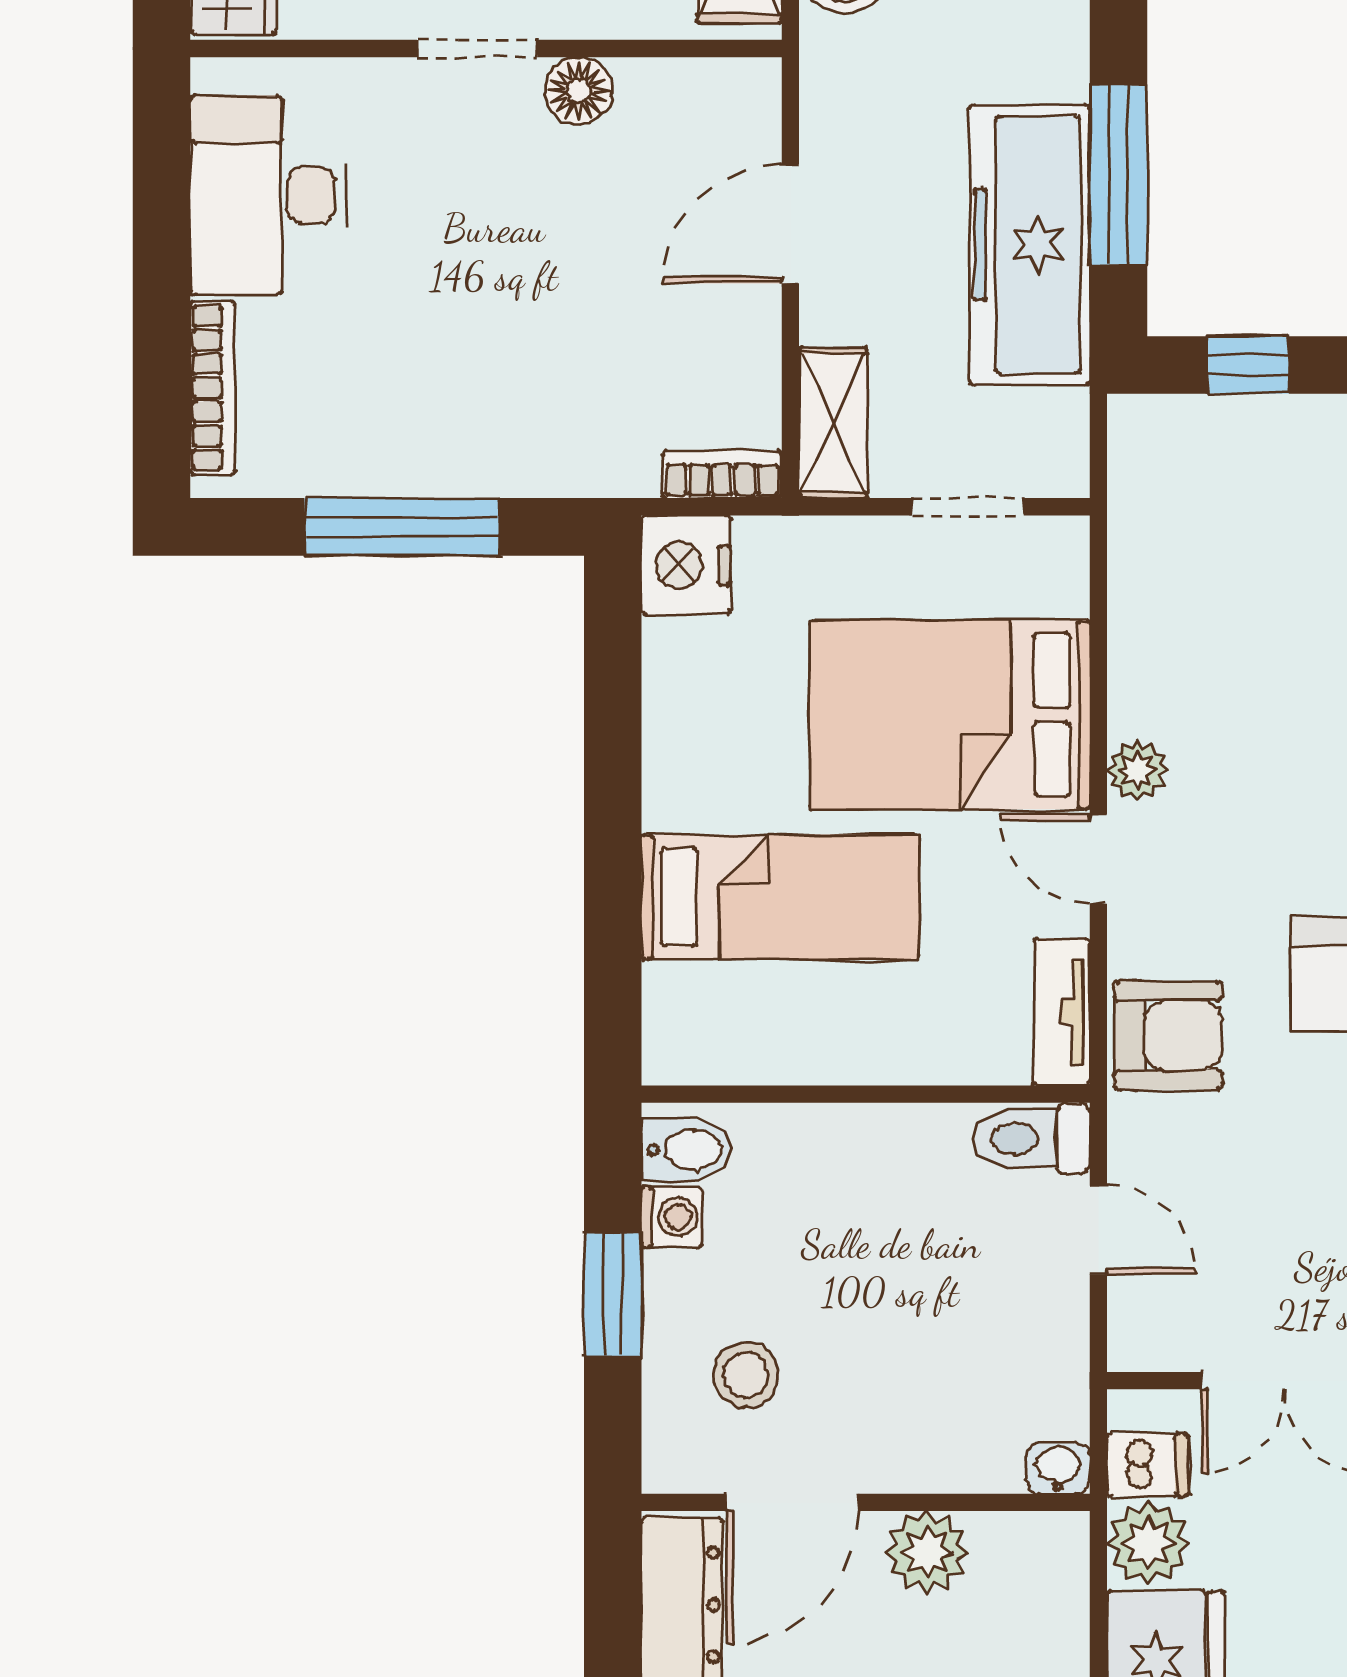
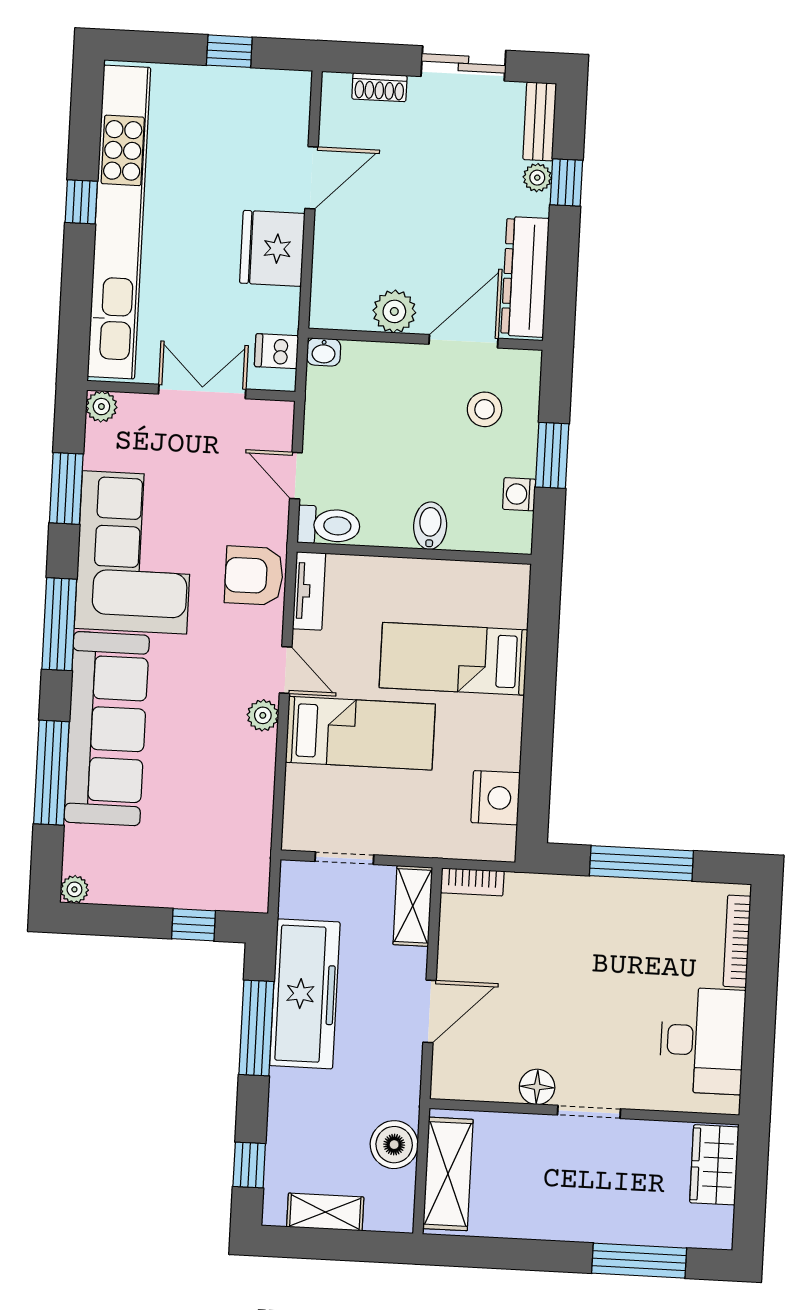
nightstand: (686, 565) -> (496, 798), moved
bed: (950, 715) -> (360, 733), width x0.67
bidet: (687, 1150) -> (430, 526), moved, turned 90
plant: (1148, 1543) -> (278, 310), removed

